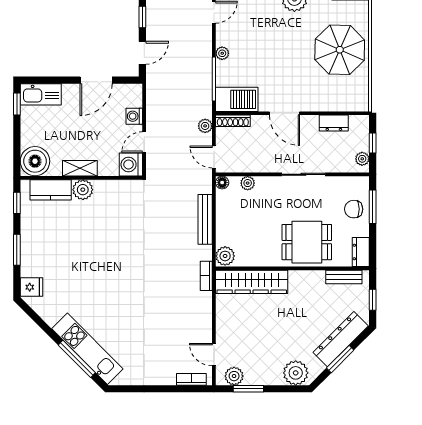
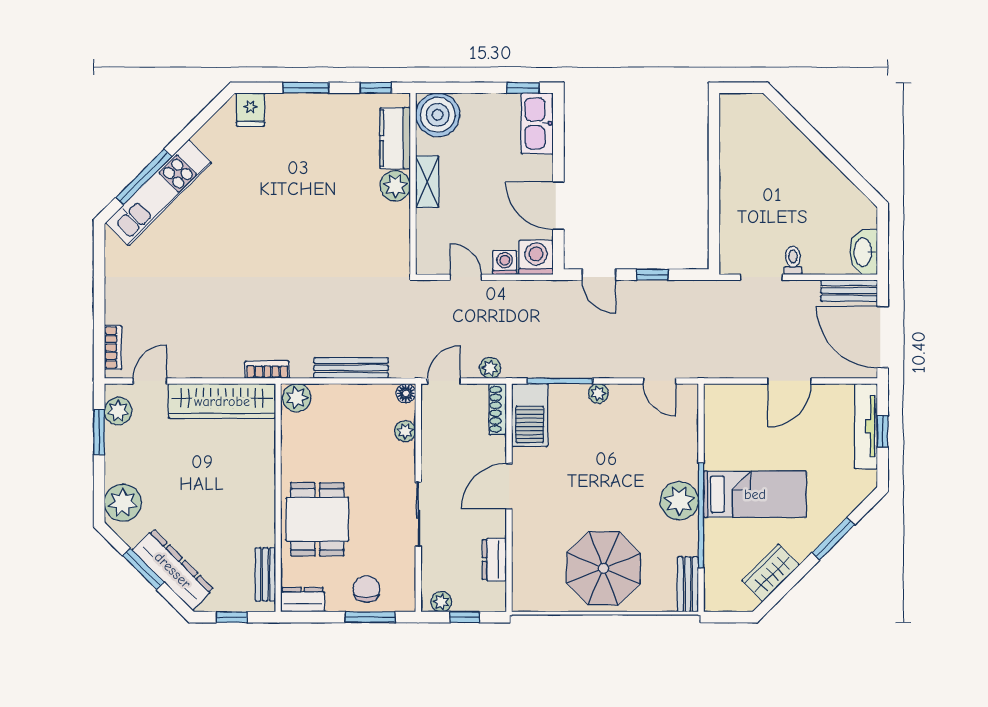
washing machine: (131, 164) -> (536, 257), moved
wardrobe: (252, 282) -> (222, 401), moved, turned -90

